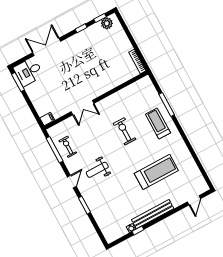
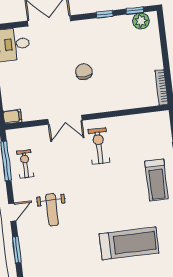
chair: (82, 71) -> (84, 72), added
treadmill: (158, 123) -> (157, 180), turned 180
exercise bike: (125, 131) -> (99, 146), moved
weight bench: (97, 170) -> (52, 210), turned -90

